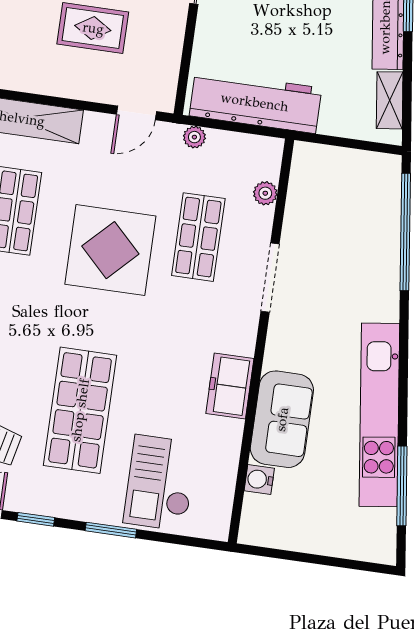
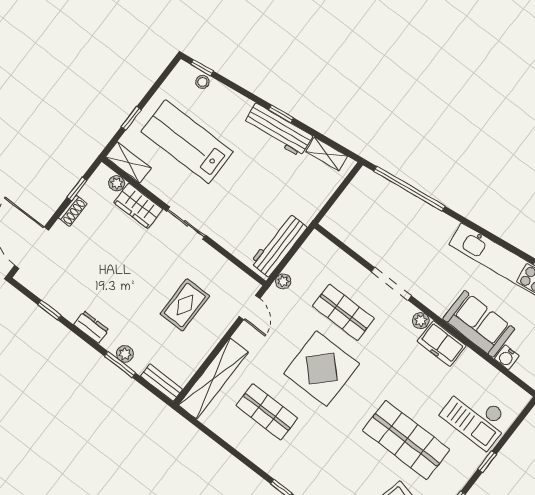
workbench: (255, 102) -> (279, 245), width x0.73, depth x0.76
plant: (265, 193) -> (421, 321), moved
window: (111, 530) -> (487, 462), width x0.67

